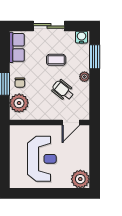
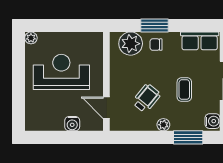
water cooler: (84, 150) -> (72, 124), added
reception desk: (42, 159) -> (61, 72), turned 180
plant: (80, 179) -> (31, 38), moved, width x0.53, depth x0.53

